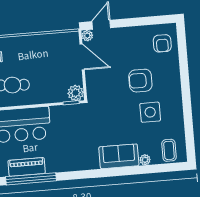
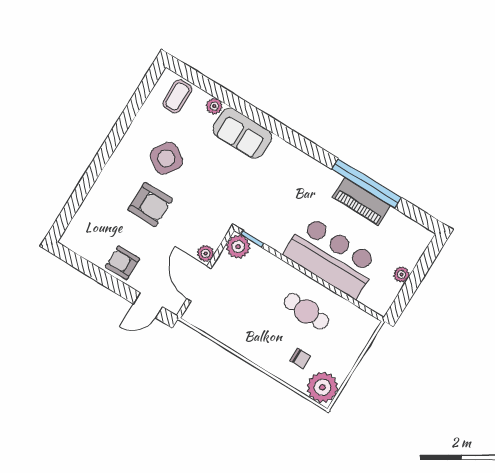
plant: (87, 36) -> (206, 253), moved
armchair: (162, 43) -> (123, 263), moved, turned -90
side table: (150, 112) -> (166, 158), turned 35

